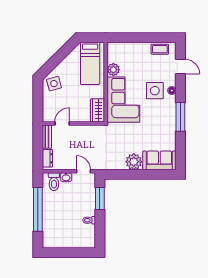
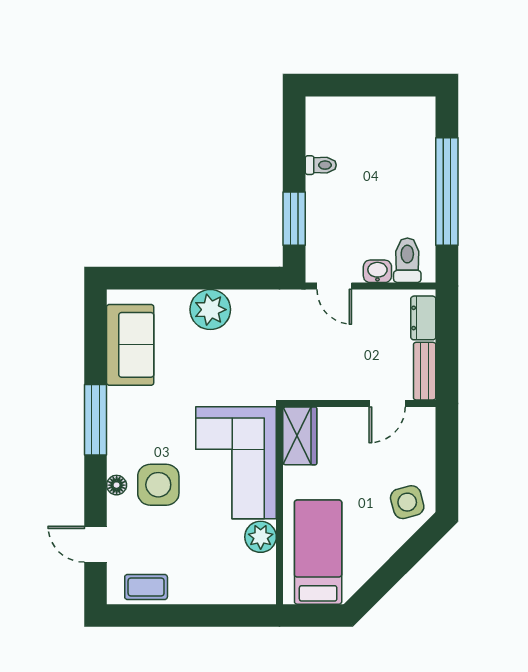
sofa: (159, 160) -> (130, 345), moved, turned -90

